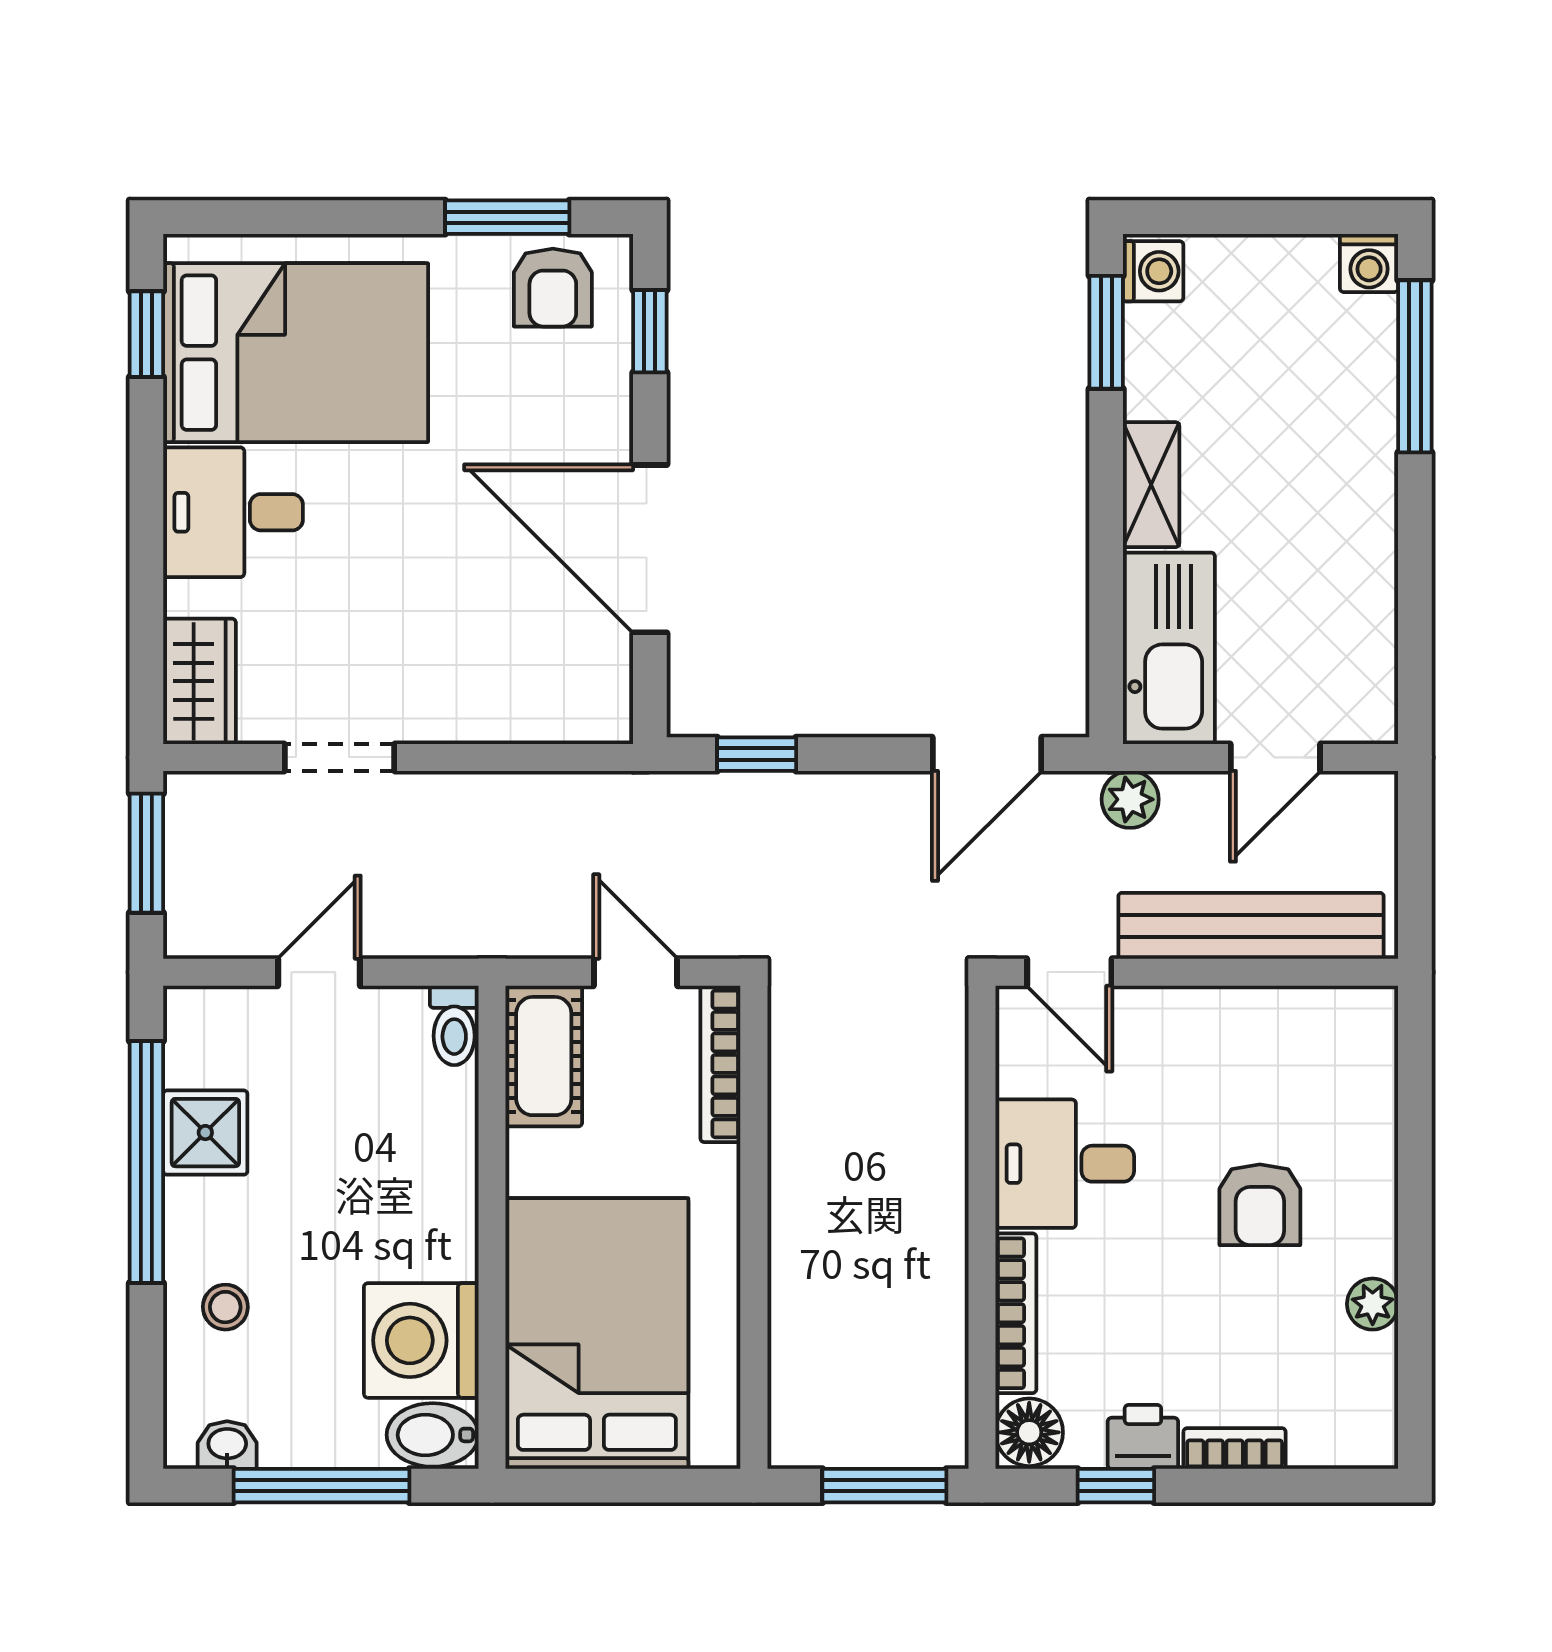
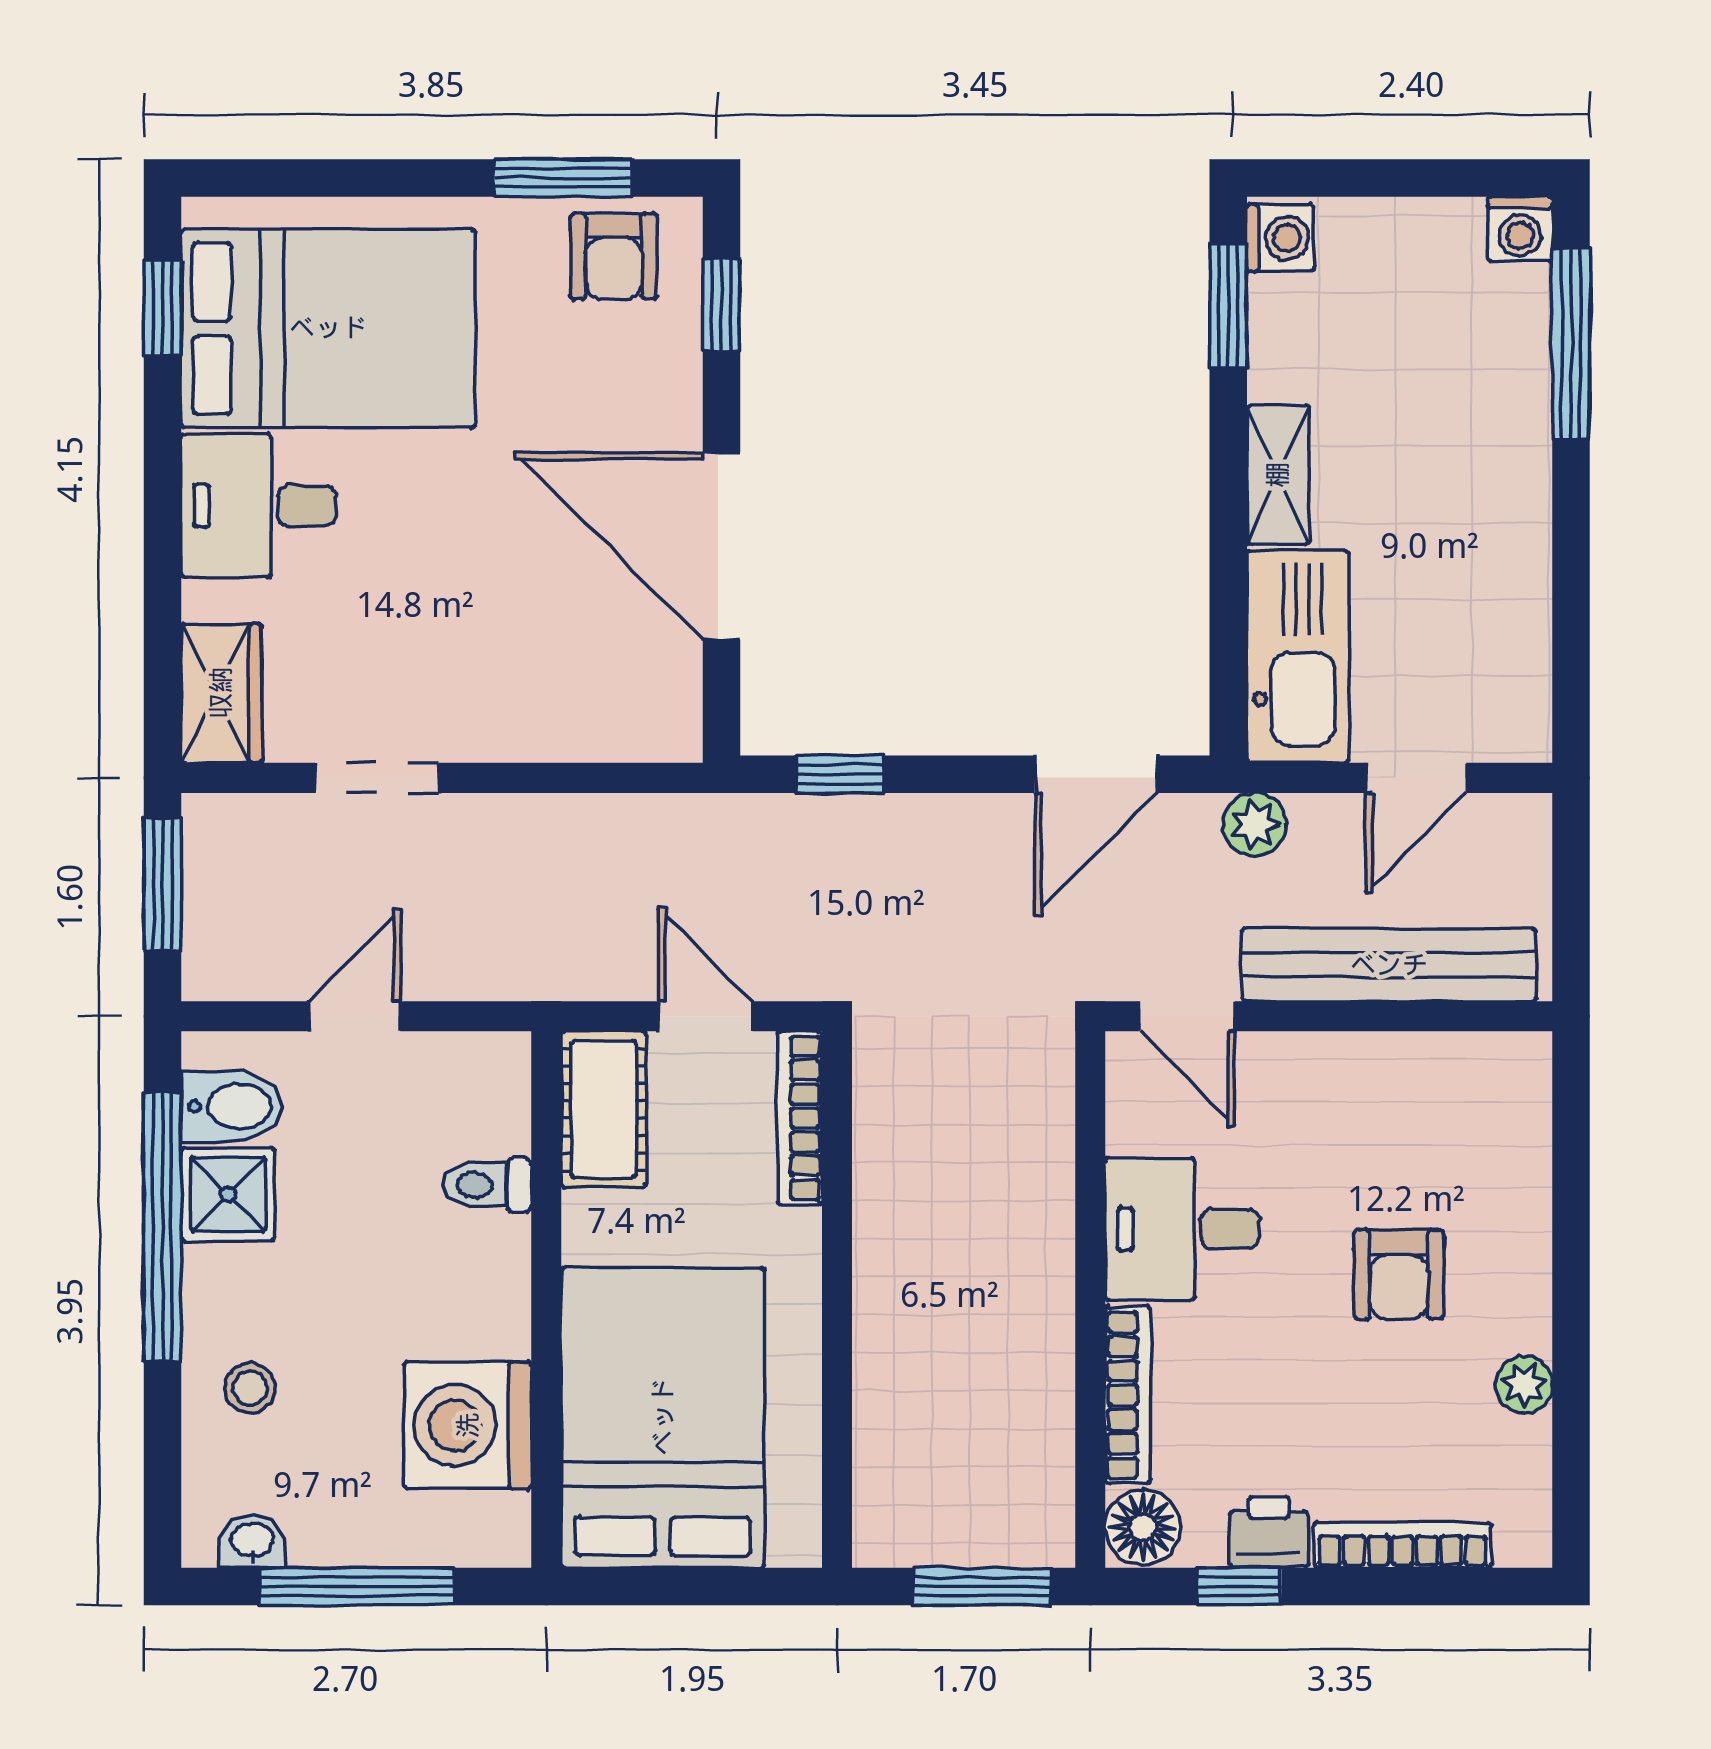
toilet: (454, 1025) -> (487, 1185), moved, turned 90
bidet: (433, 1435) -> (232, 1106), moved, turned 180
bookcase: (1235, 1448) -> (1403, 1545), width x1.56

